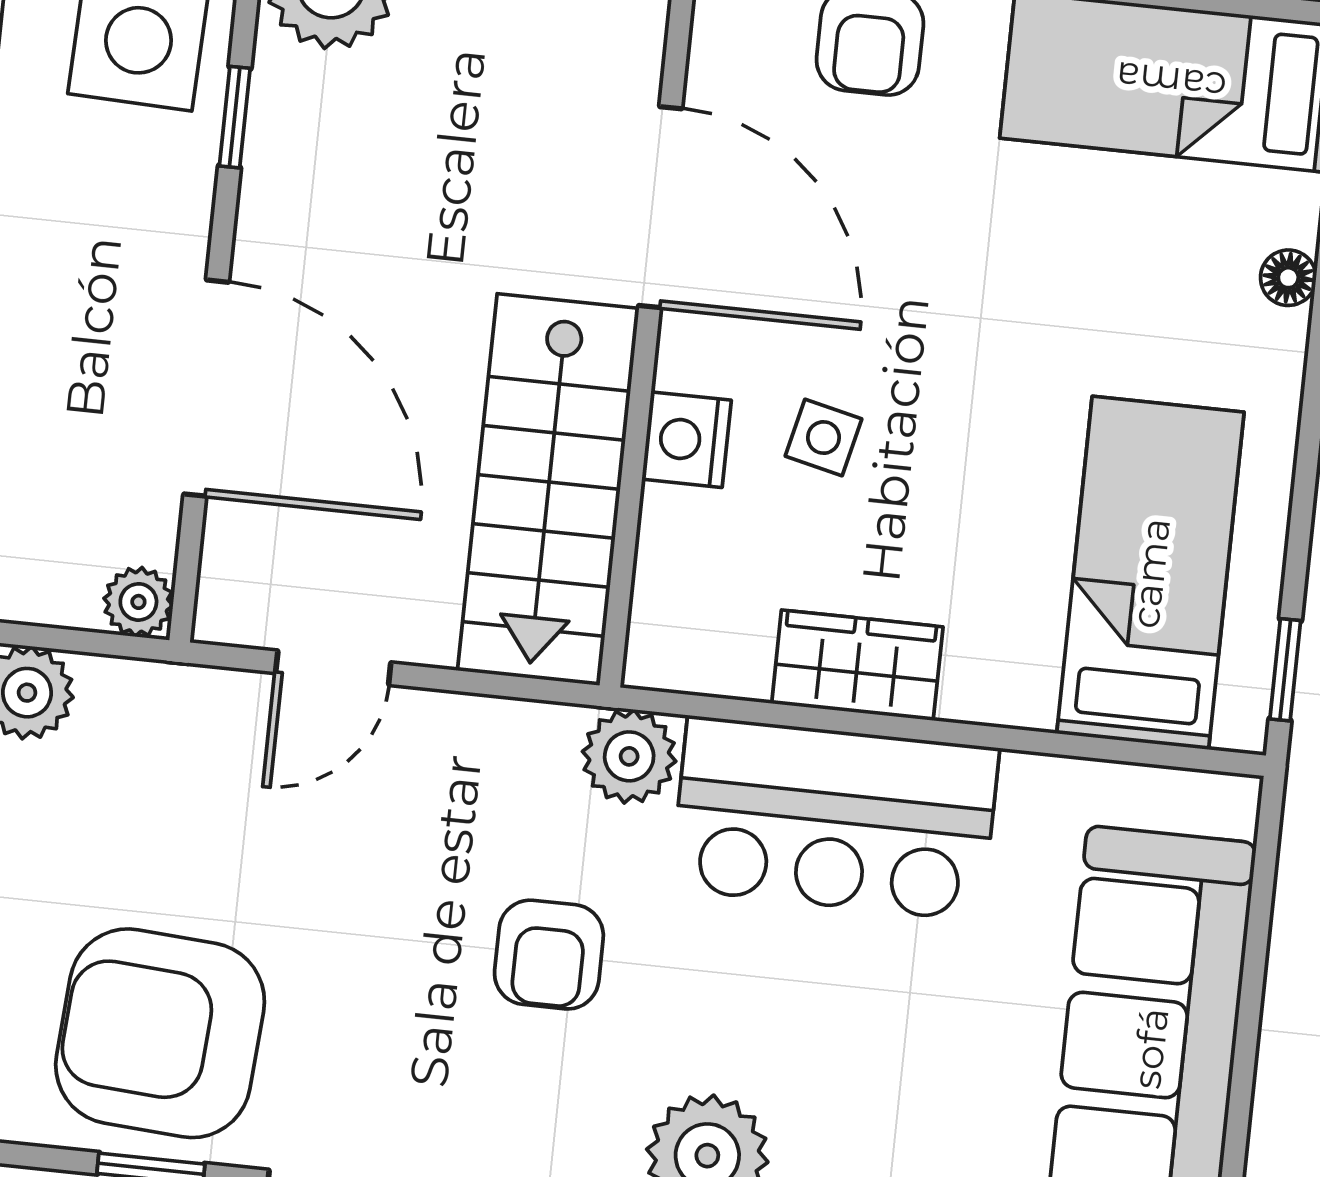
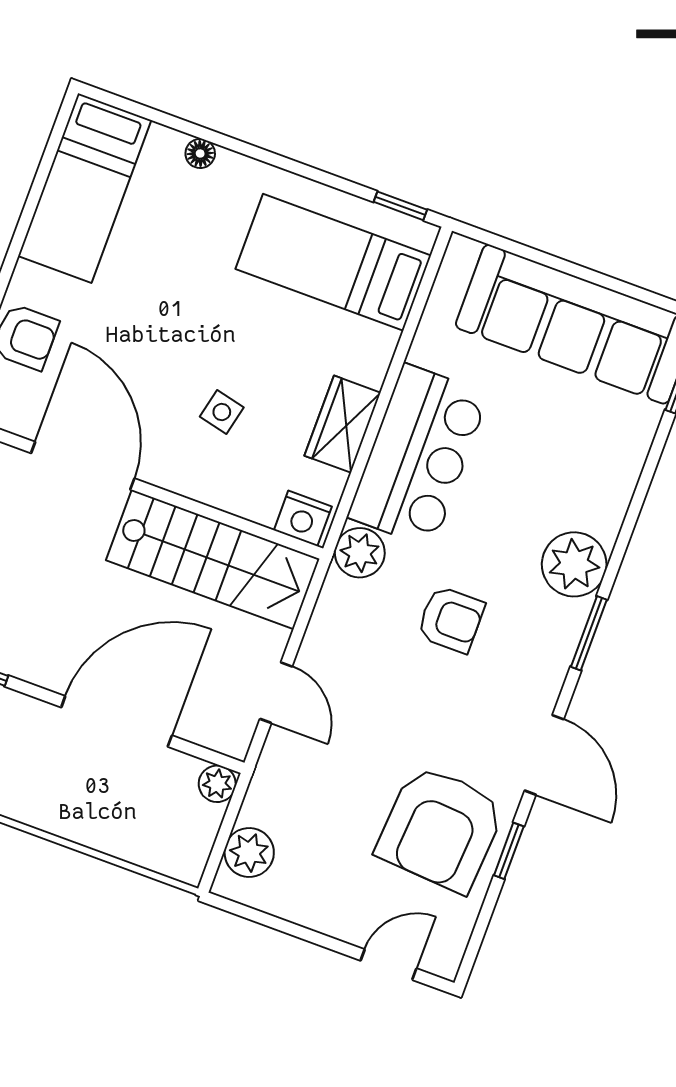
door: (660, 207) -> (83, 466), hinge flipped
nightstand: (687, 440) -> (303, 518), moved

